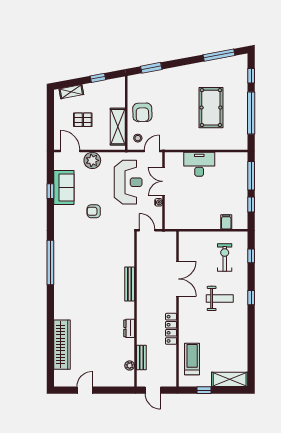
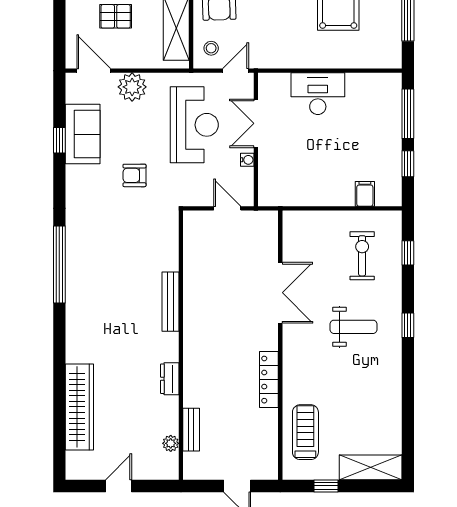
bench: (130, 284) -> (171, 302), moved
wall: (136, 309) -> (181, 345), moved
dresser: (129, 328) -> (170, 379), moved
bench: (141, 358) -> (191, 430), moved
plant: (130, 365) -> (171, 443), moved

